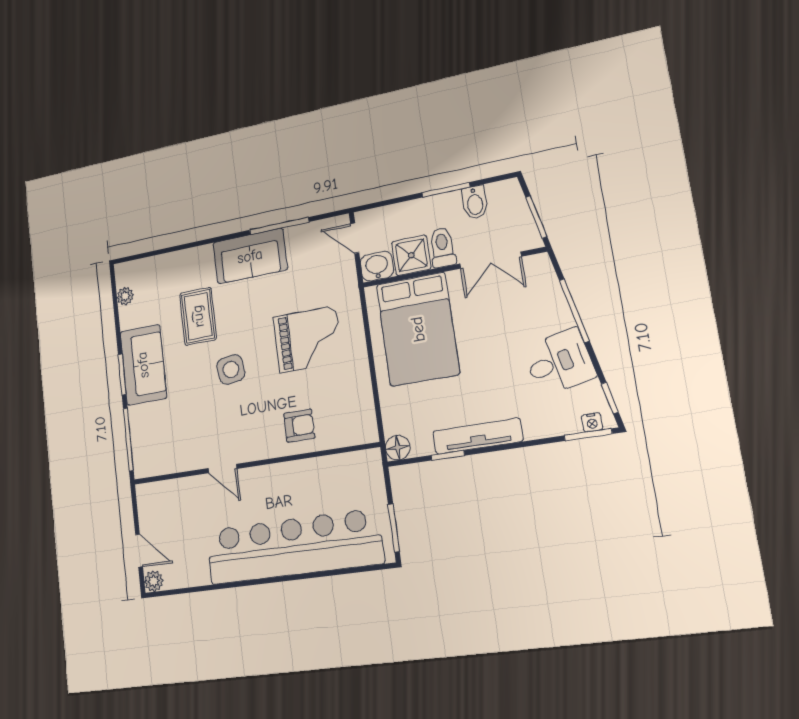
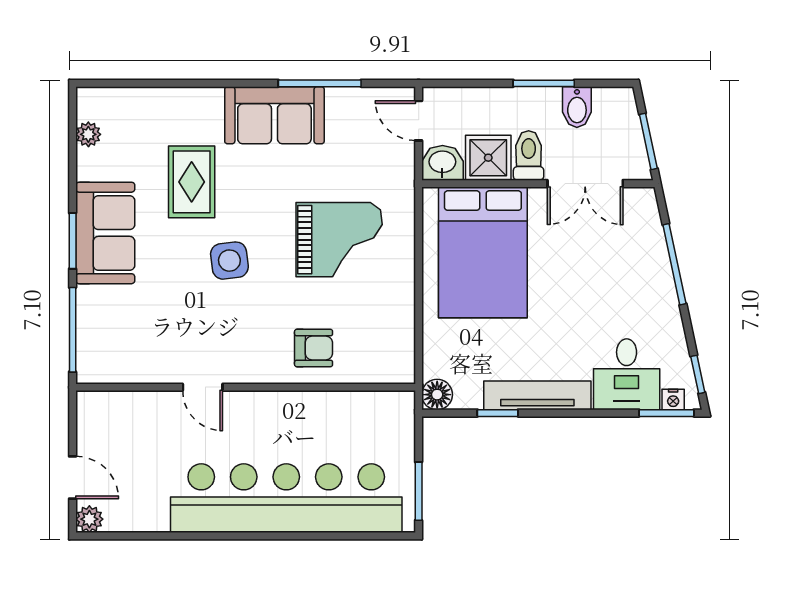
desk: (559, 362) -> (627, 374), moved, turned 102

